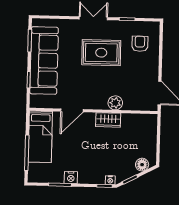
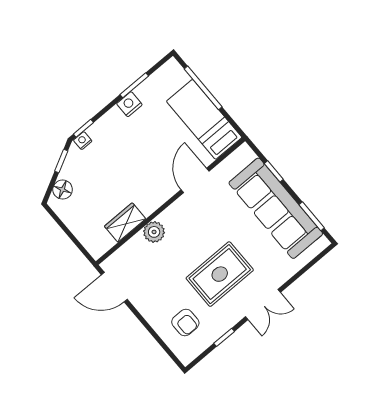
wardrobe: (108, 120) -> (125, 222), moved

